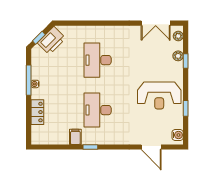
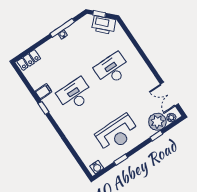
plant: (178, 56) -> (157, 122), width x1.88, depth x1.88
reception desk: (159, 96) -> (117, 133), turned -90
locker: (37, 112) -> (29, 60), moved
door: (151, 147) -> (74, 153), removed

